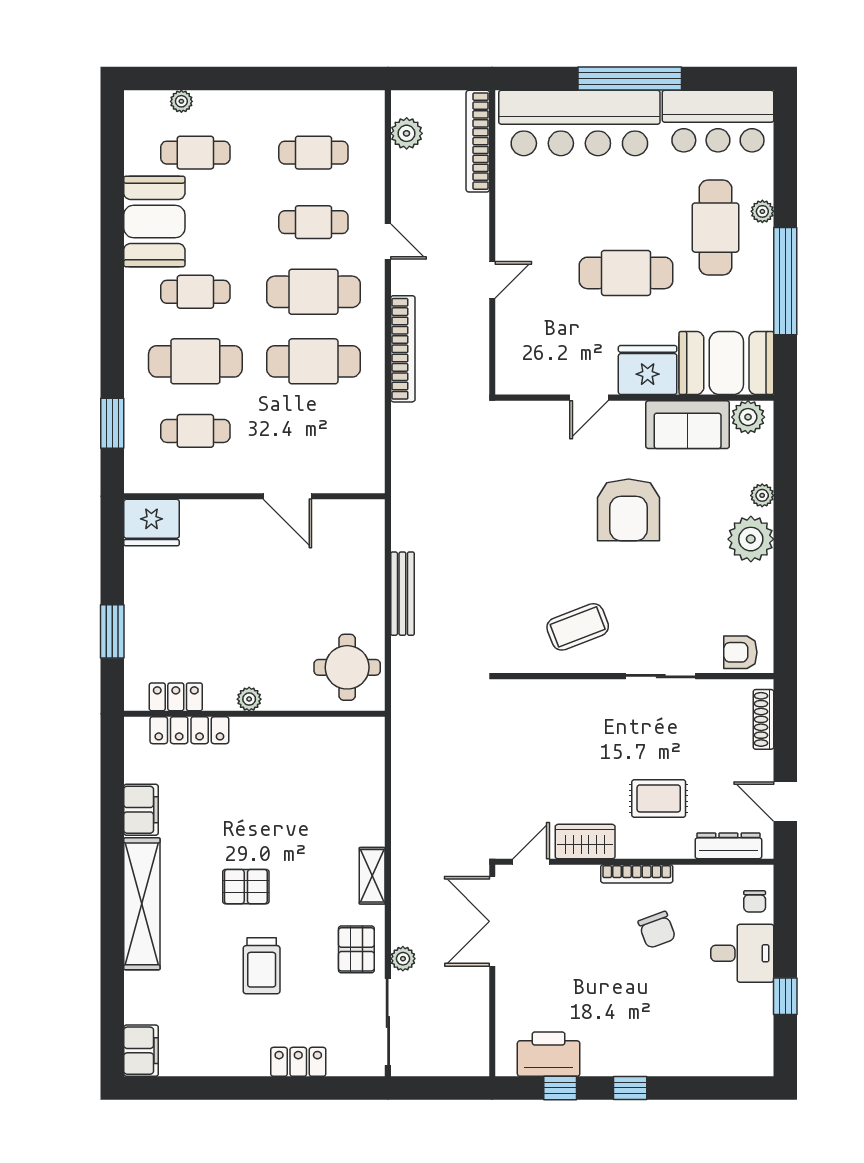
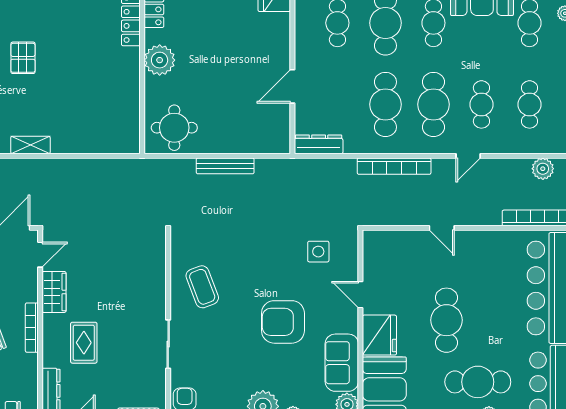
dresser: (371, 458) -> (319, 144), added
side table: (527, 459) -> (318, 252), added
plant: (249, 699) -> (160, 60), width x1.88, depth x1.88
door: (531, 862) -> (40, 255), hinge flipped

